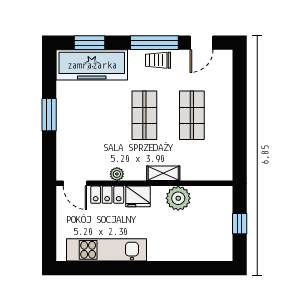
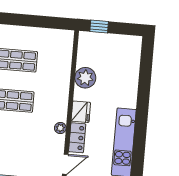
shelving: (163, 173) -> (63, 89), removed
window: (240, 224) -> (99, 27), moved

